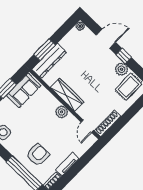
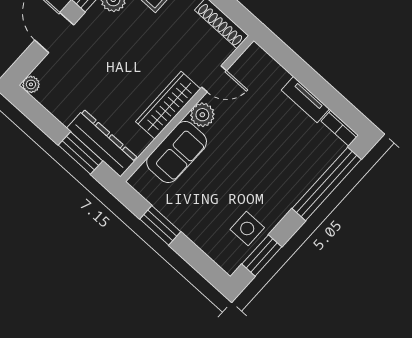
sofa: (24, 90) -> (177, 152), moved, turned 90
door: (87, 126) -> (214, 79), moved
armchair: (38, 155) -> (289, 159), removed

